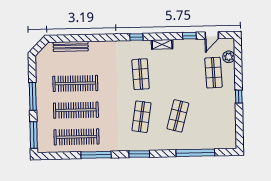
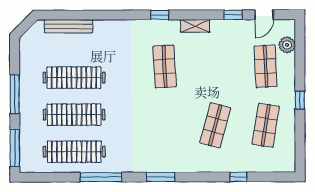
shop shelf: (141, 117) -> (266, 125), moved
window: (195, 153) -> (238, 177), width x0.32

